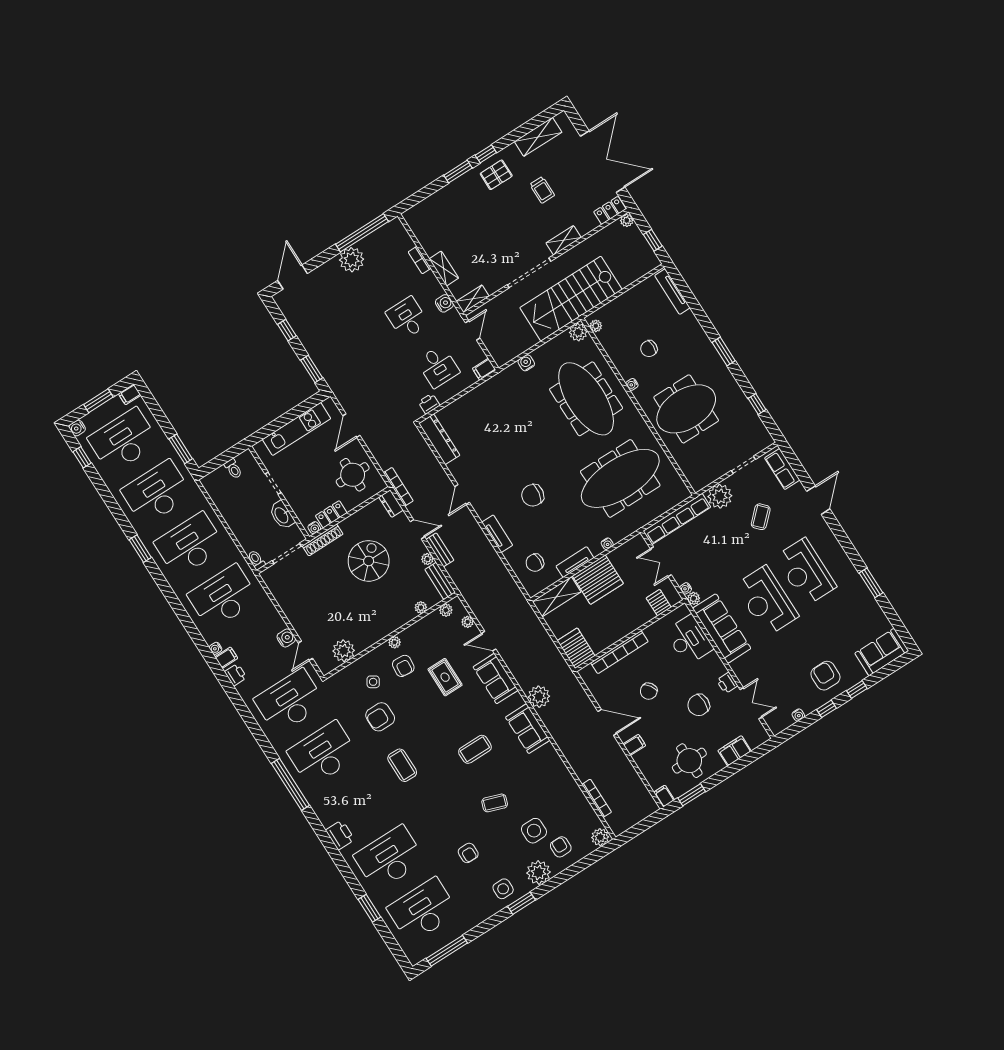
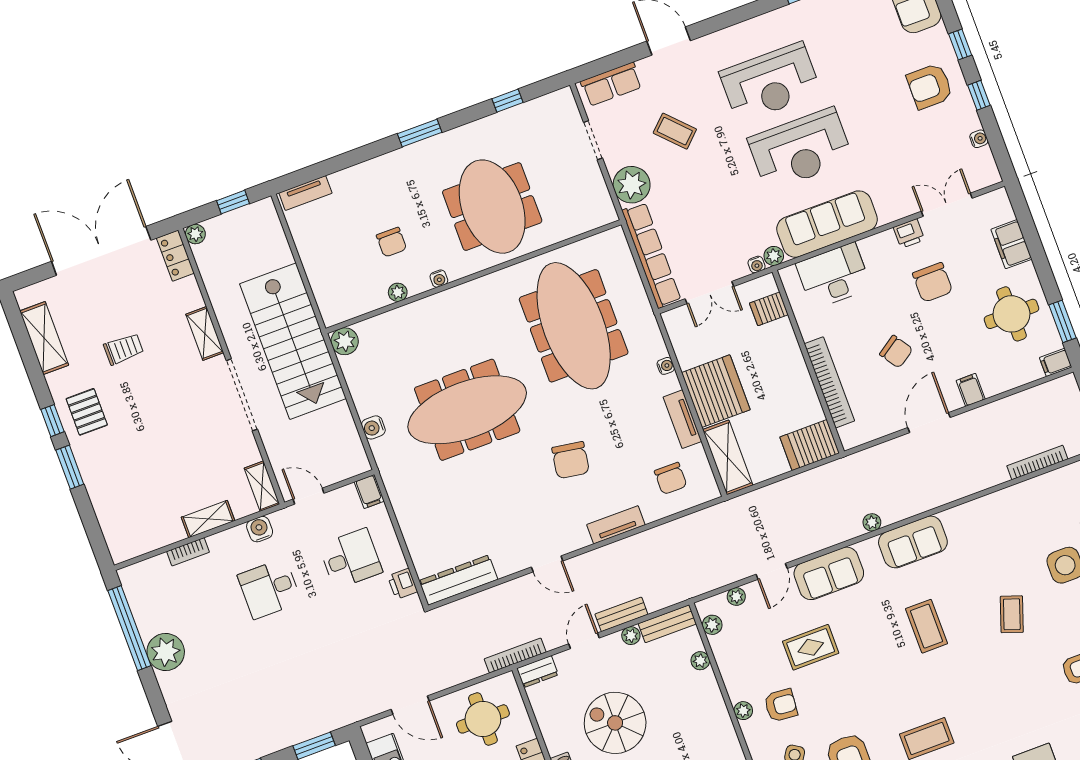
tv unit: (672, 292) -> (305, 193), width x0.71
plant: (596, 326) -> (398, 292), moved
meeting table: (586, 399) -> (467, 410), moved
plant: (539, 697) -> (872, 522), width x0.53, depth x0.53

